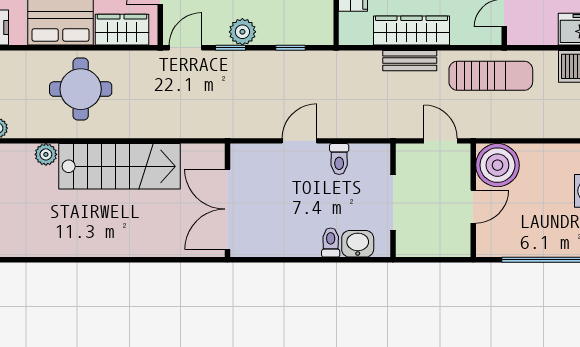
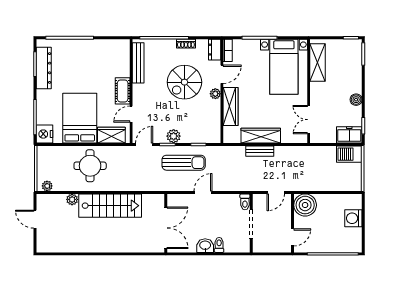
sun lounger: (491, 76) -> (184, 163), moved
door: (441, 141) -> (276, 192), swing flipped
toilet: (339, 159) -> (245, 202), moved
door: (473, 207) -> (293, 237), moved
double door: (227, 209) -> (166, 228), swing flipped
washbasin: (358, 244) -> (205, 246), moved

